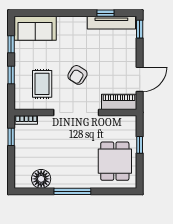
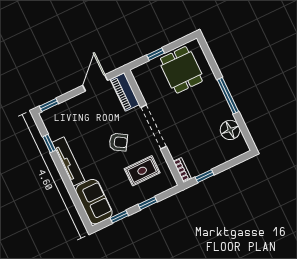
tv unit: (111, 23) -> (68, 162), moved
door: (140, 79) -> (95, 83), hinge flipped
dining table: (115, 161) -> (181, 70), turned 90

